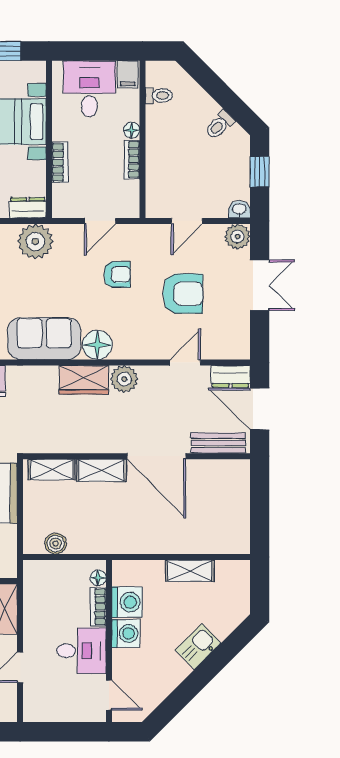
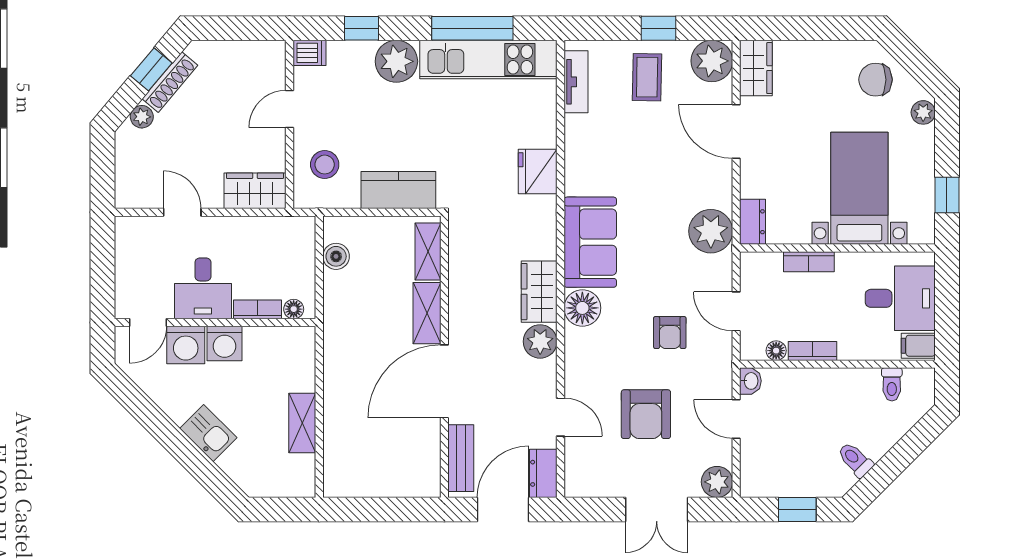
floor lamp: (132, 130) -> (776, 351), moved
washbasin: (239, 209) -> (750, 381), moved
washing machine: (127, 602) -> (186, 345), moved

